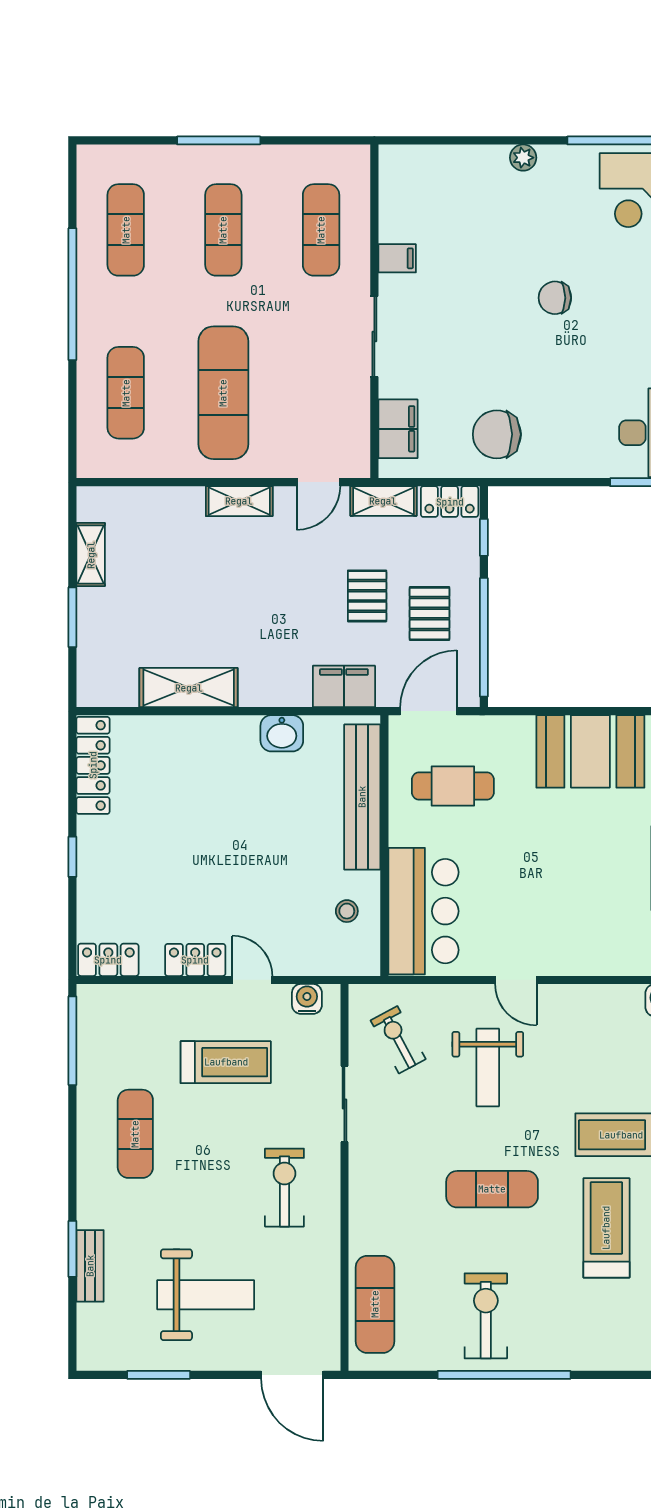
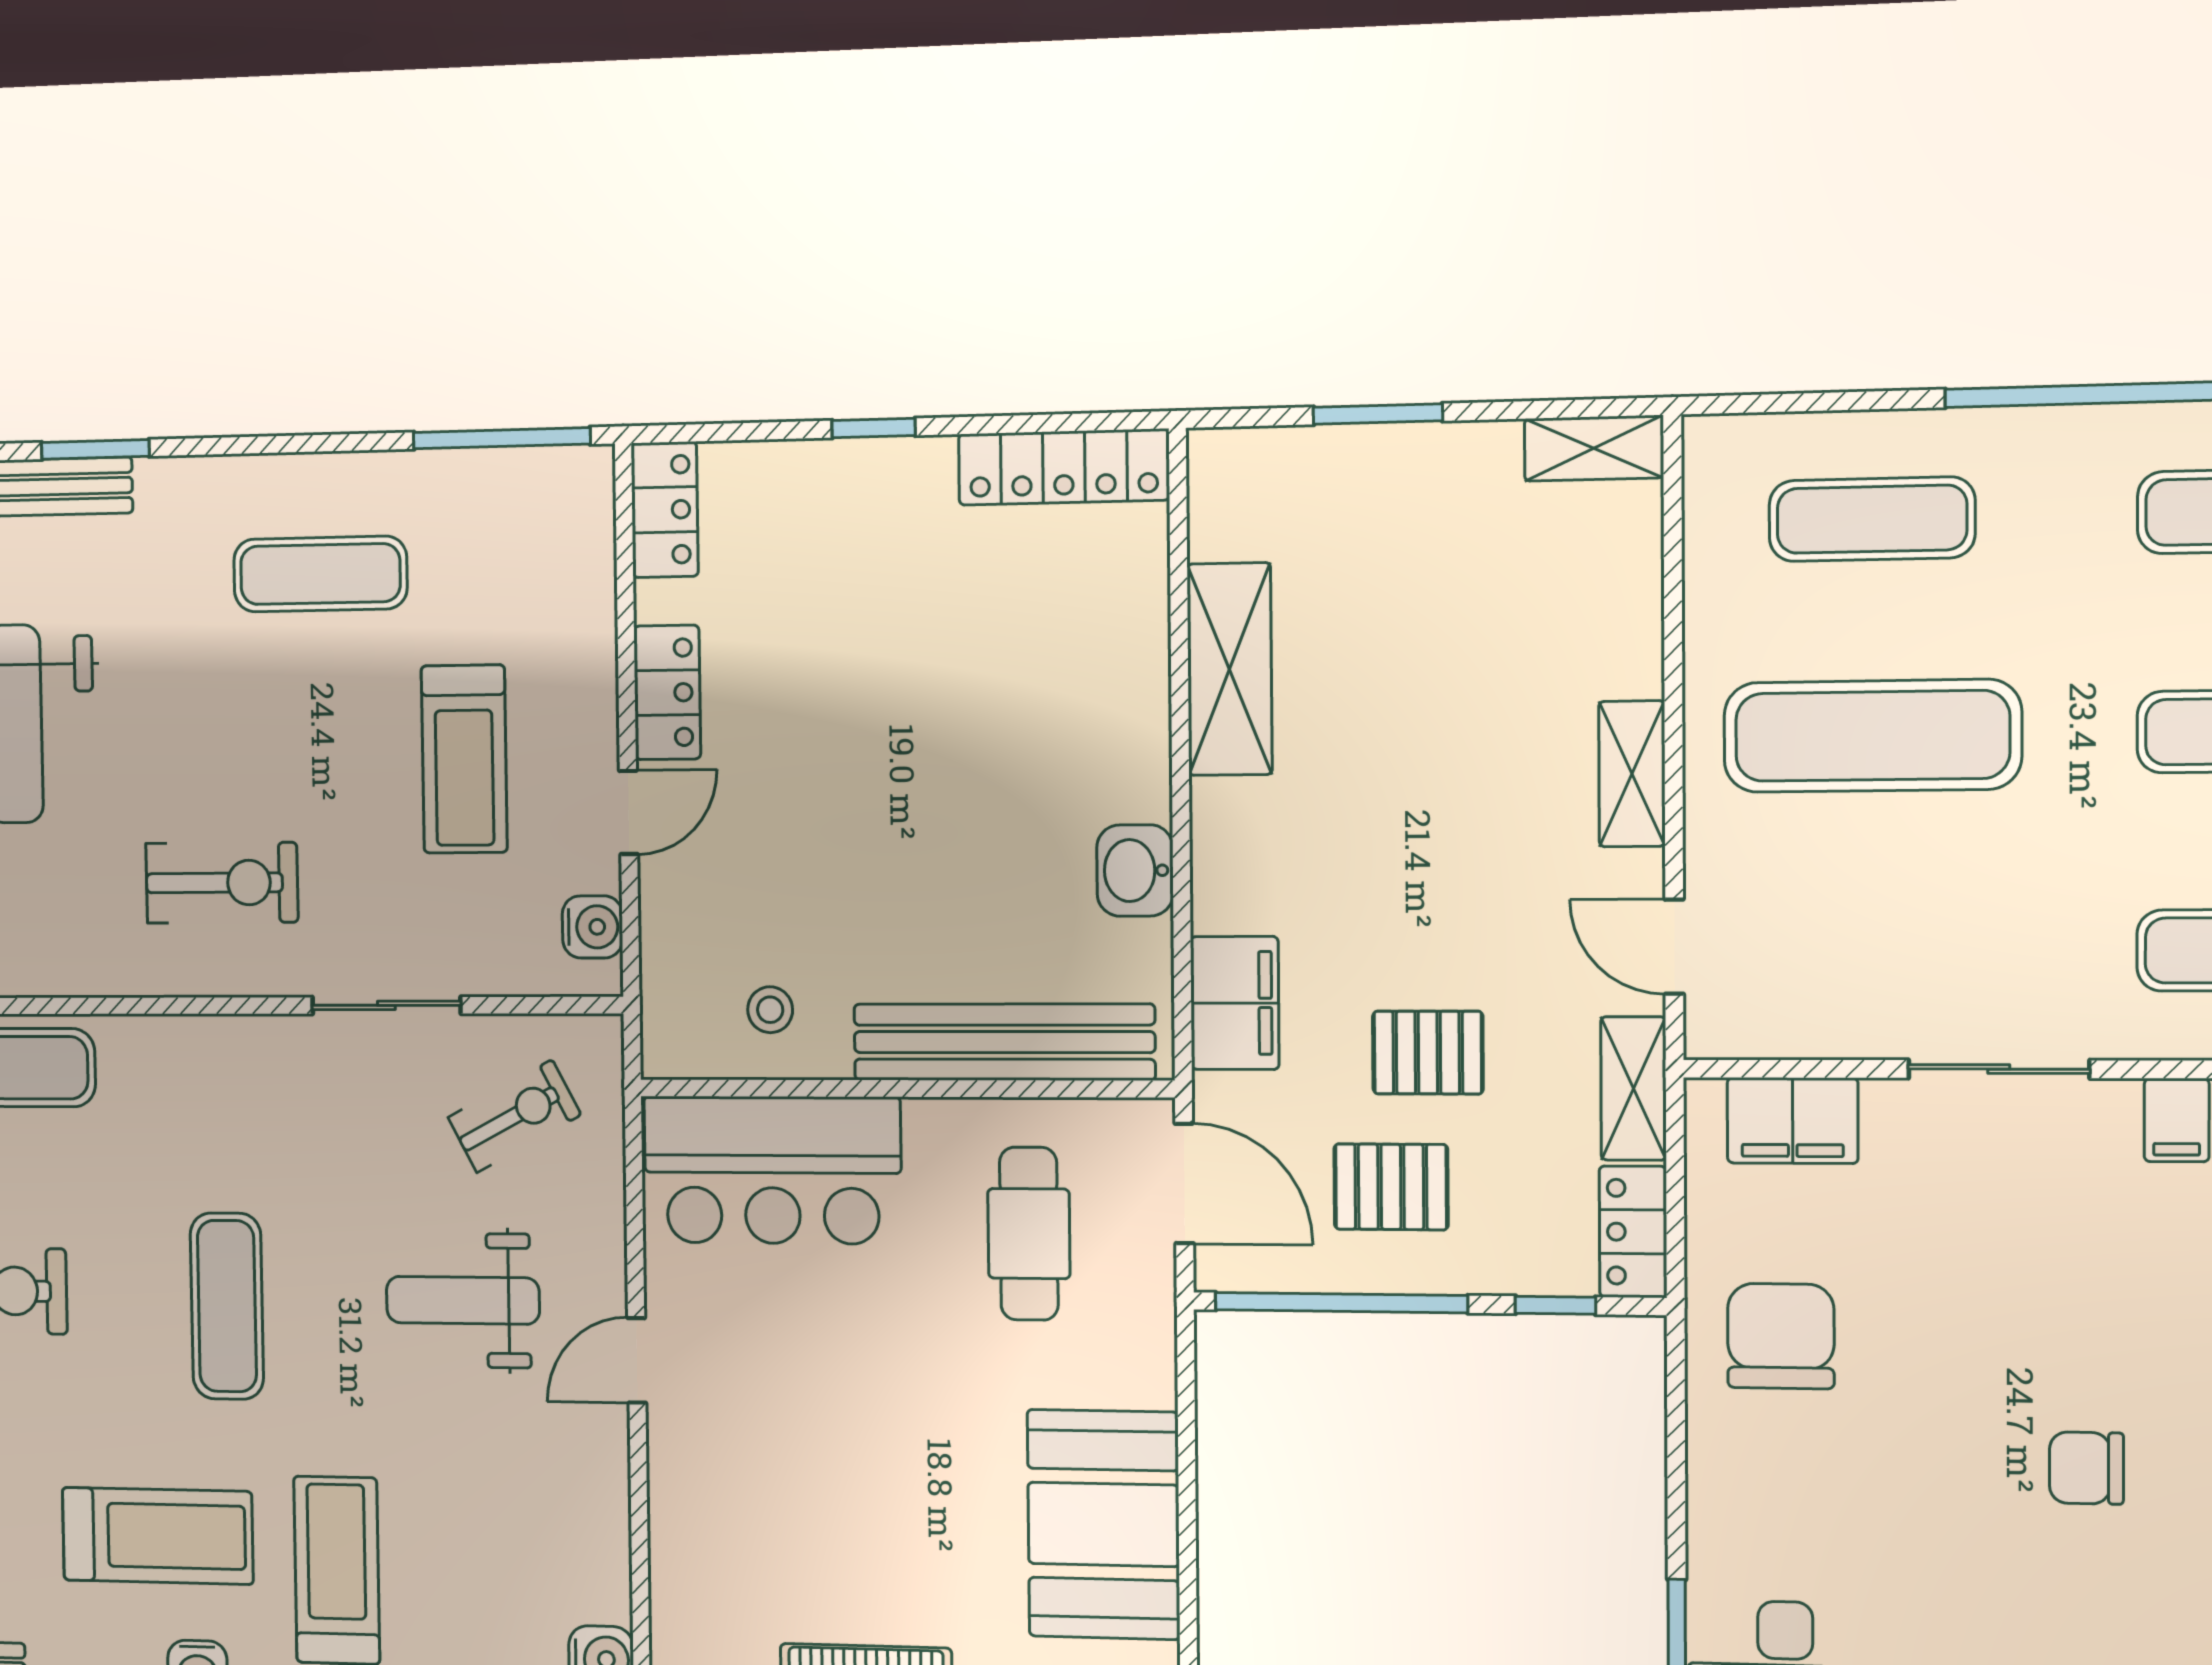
chair: (555, 298) -> (2086, 1468), turned -90
shelving: (91, 555) -> (1594, 448), moved

